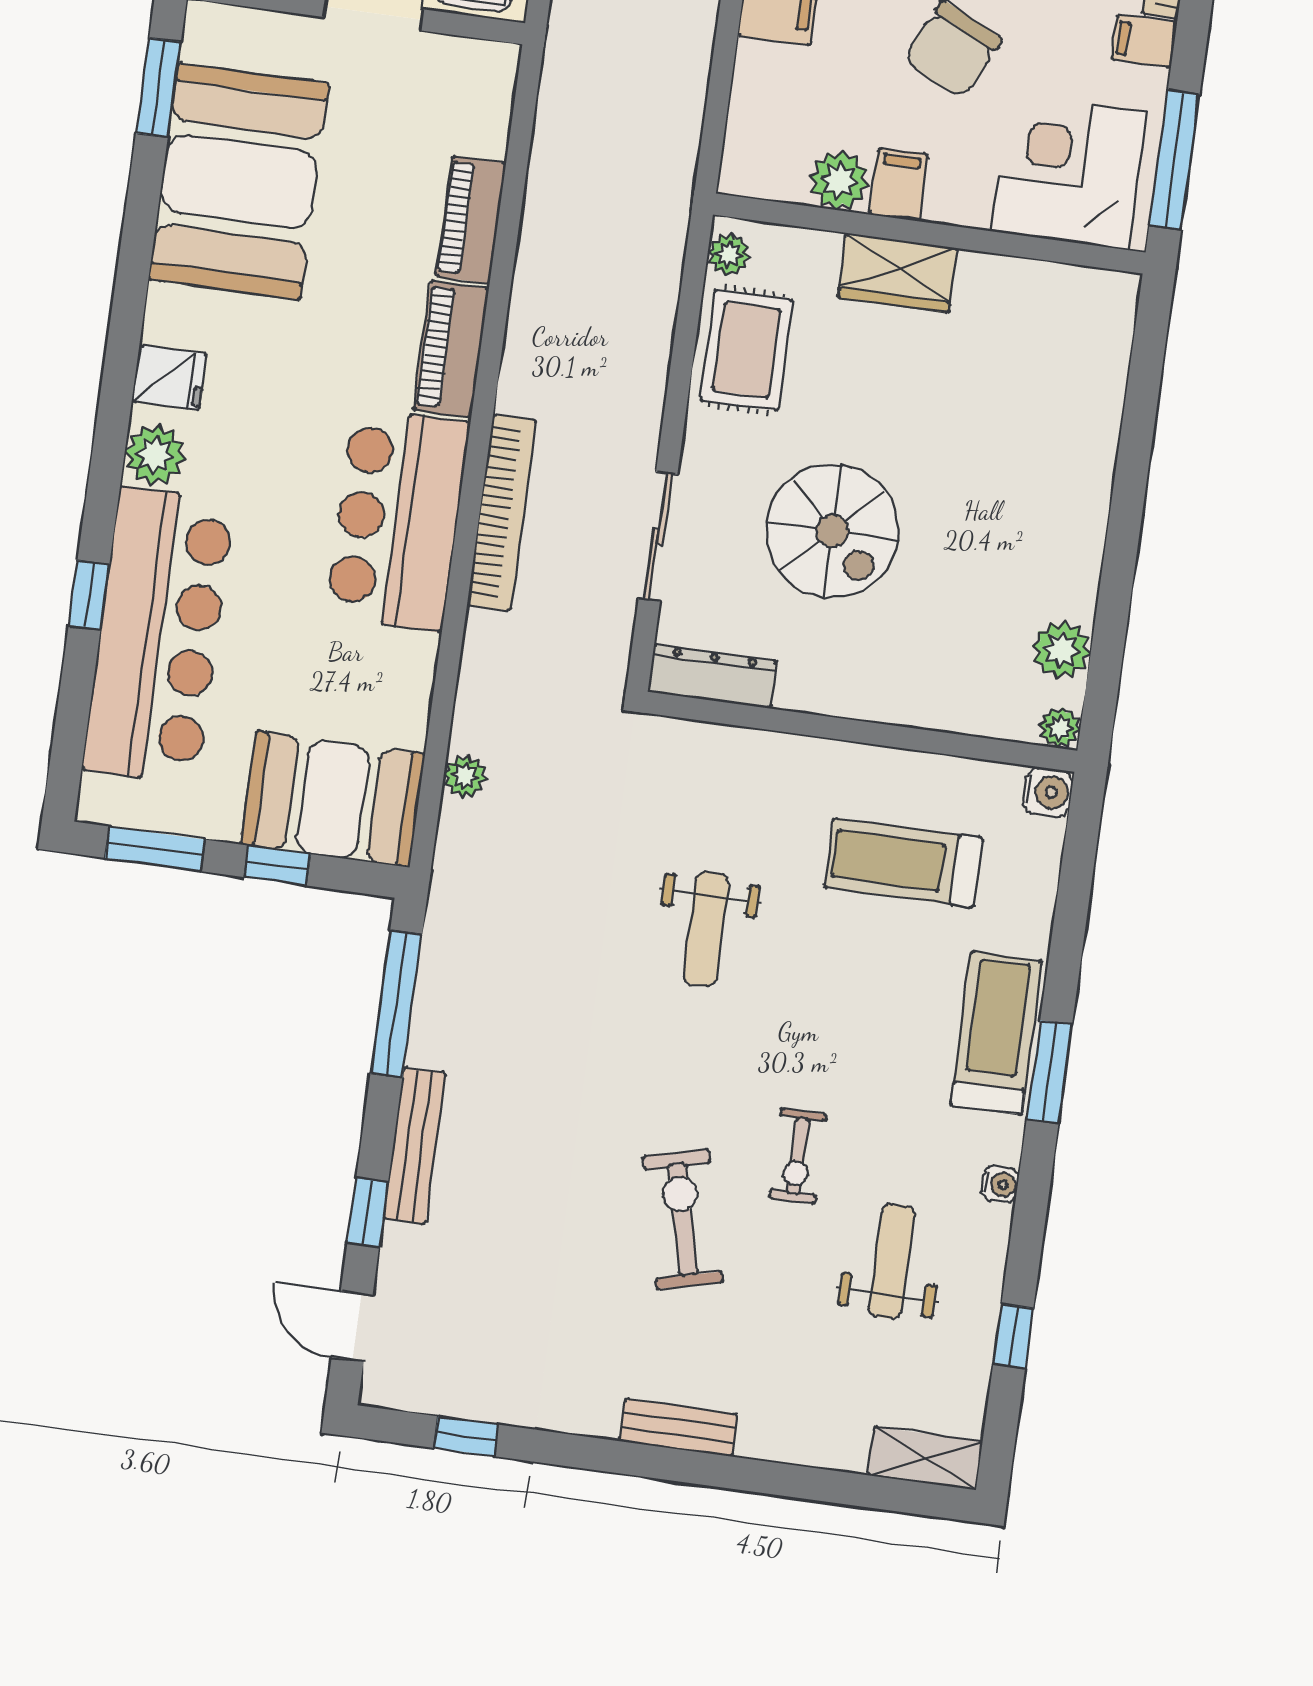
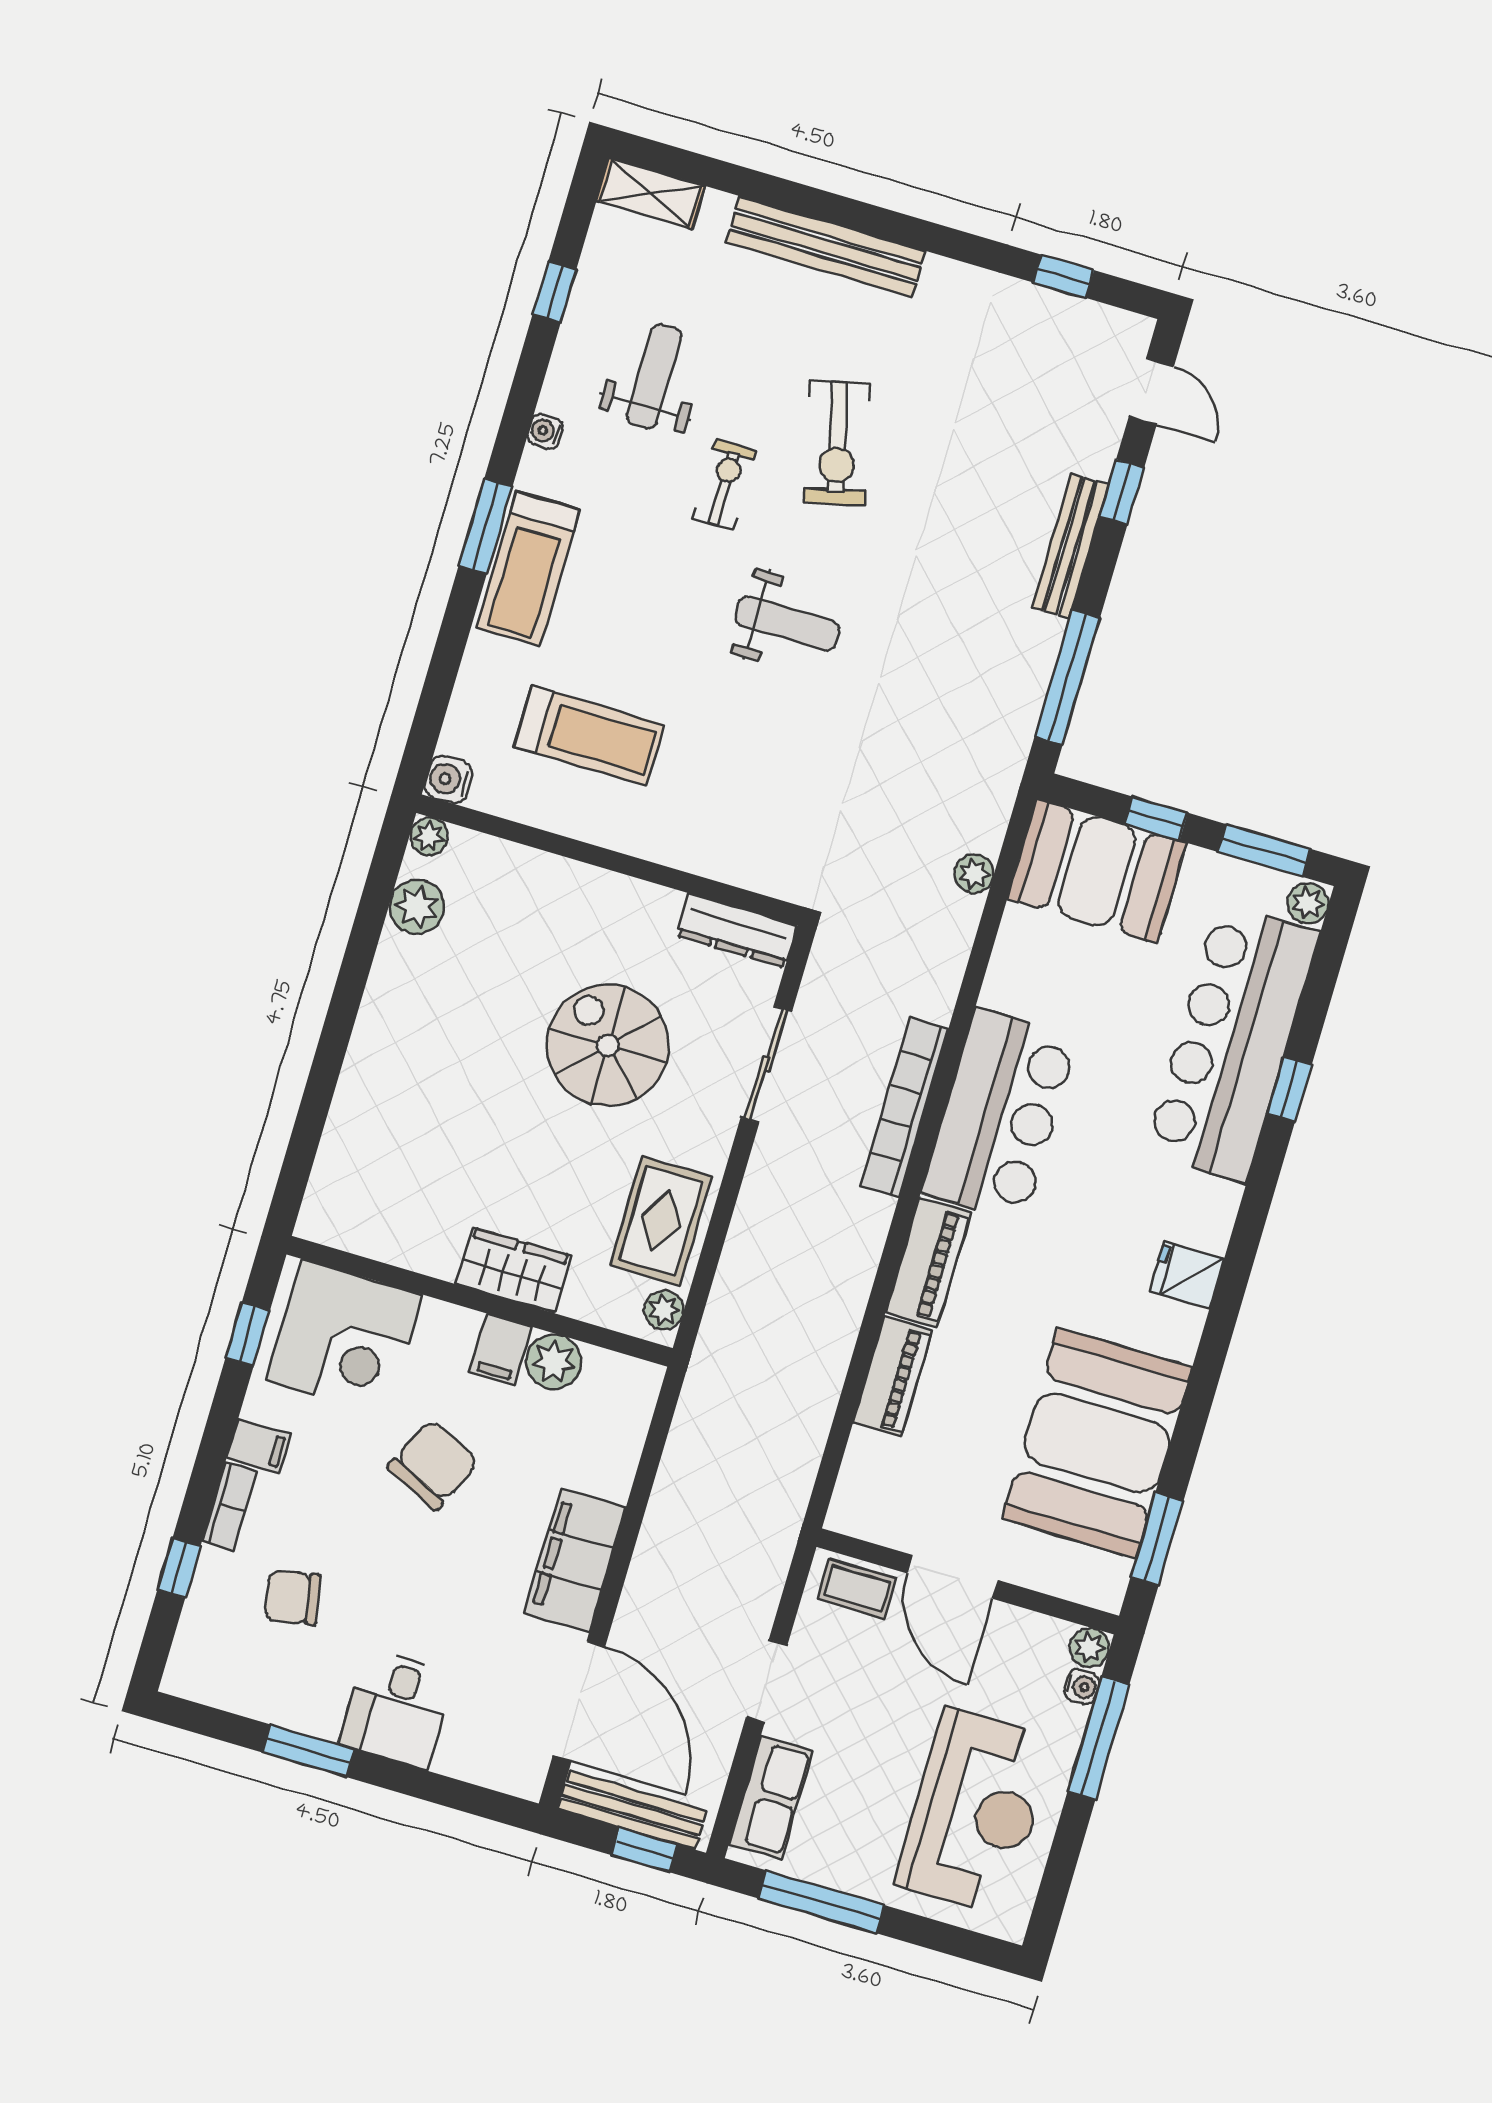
window: (1174, 160) -> (248, 1334), width x0.46
plant: (155, 455) -> (1308, 903), moved, width x0.73, depth x0.73
weight bench: (706, 929) -> (787, 623), moved, turned 90
weight bench: (892, 1261) -> (654, 376), turned 180
bench: (678, 1428) -> (826, 247), width x1.86, depth x1.21

